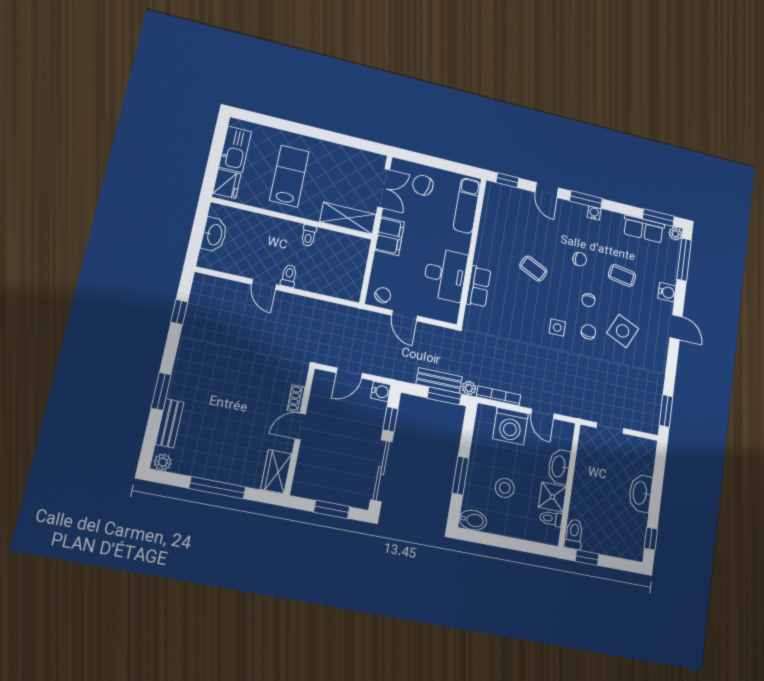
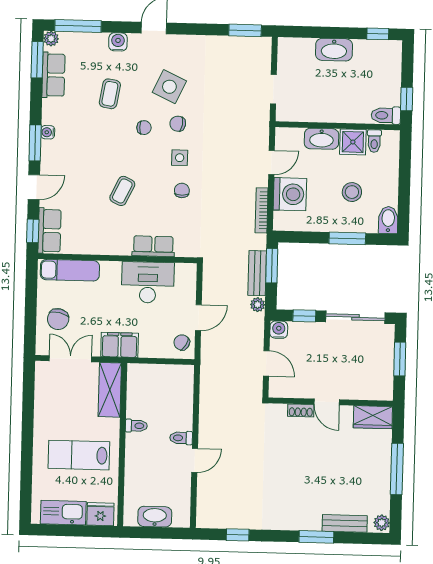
row of seats: (506, 195) -> (49, 231), added
chair: (580, 259) -> (182, 190), moved
plant: (469, 388) -> (258, 305), moved

